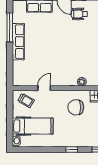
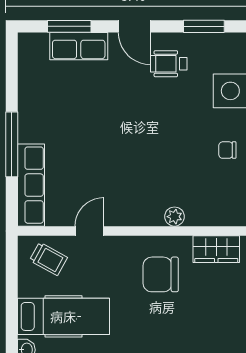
window: (10, 27) -> (12, 144), moved
row of seats: (18, 42) -> (31, 185), moved

